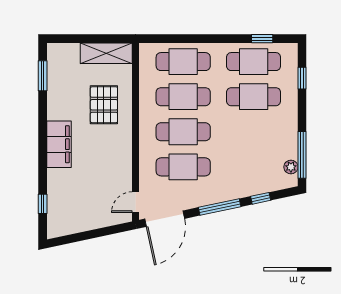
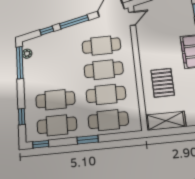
window: (213, 39) -> (88, 140), added
window: (262, 39) -> (41, 144), moved

